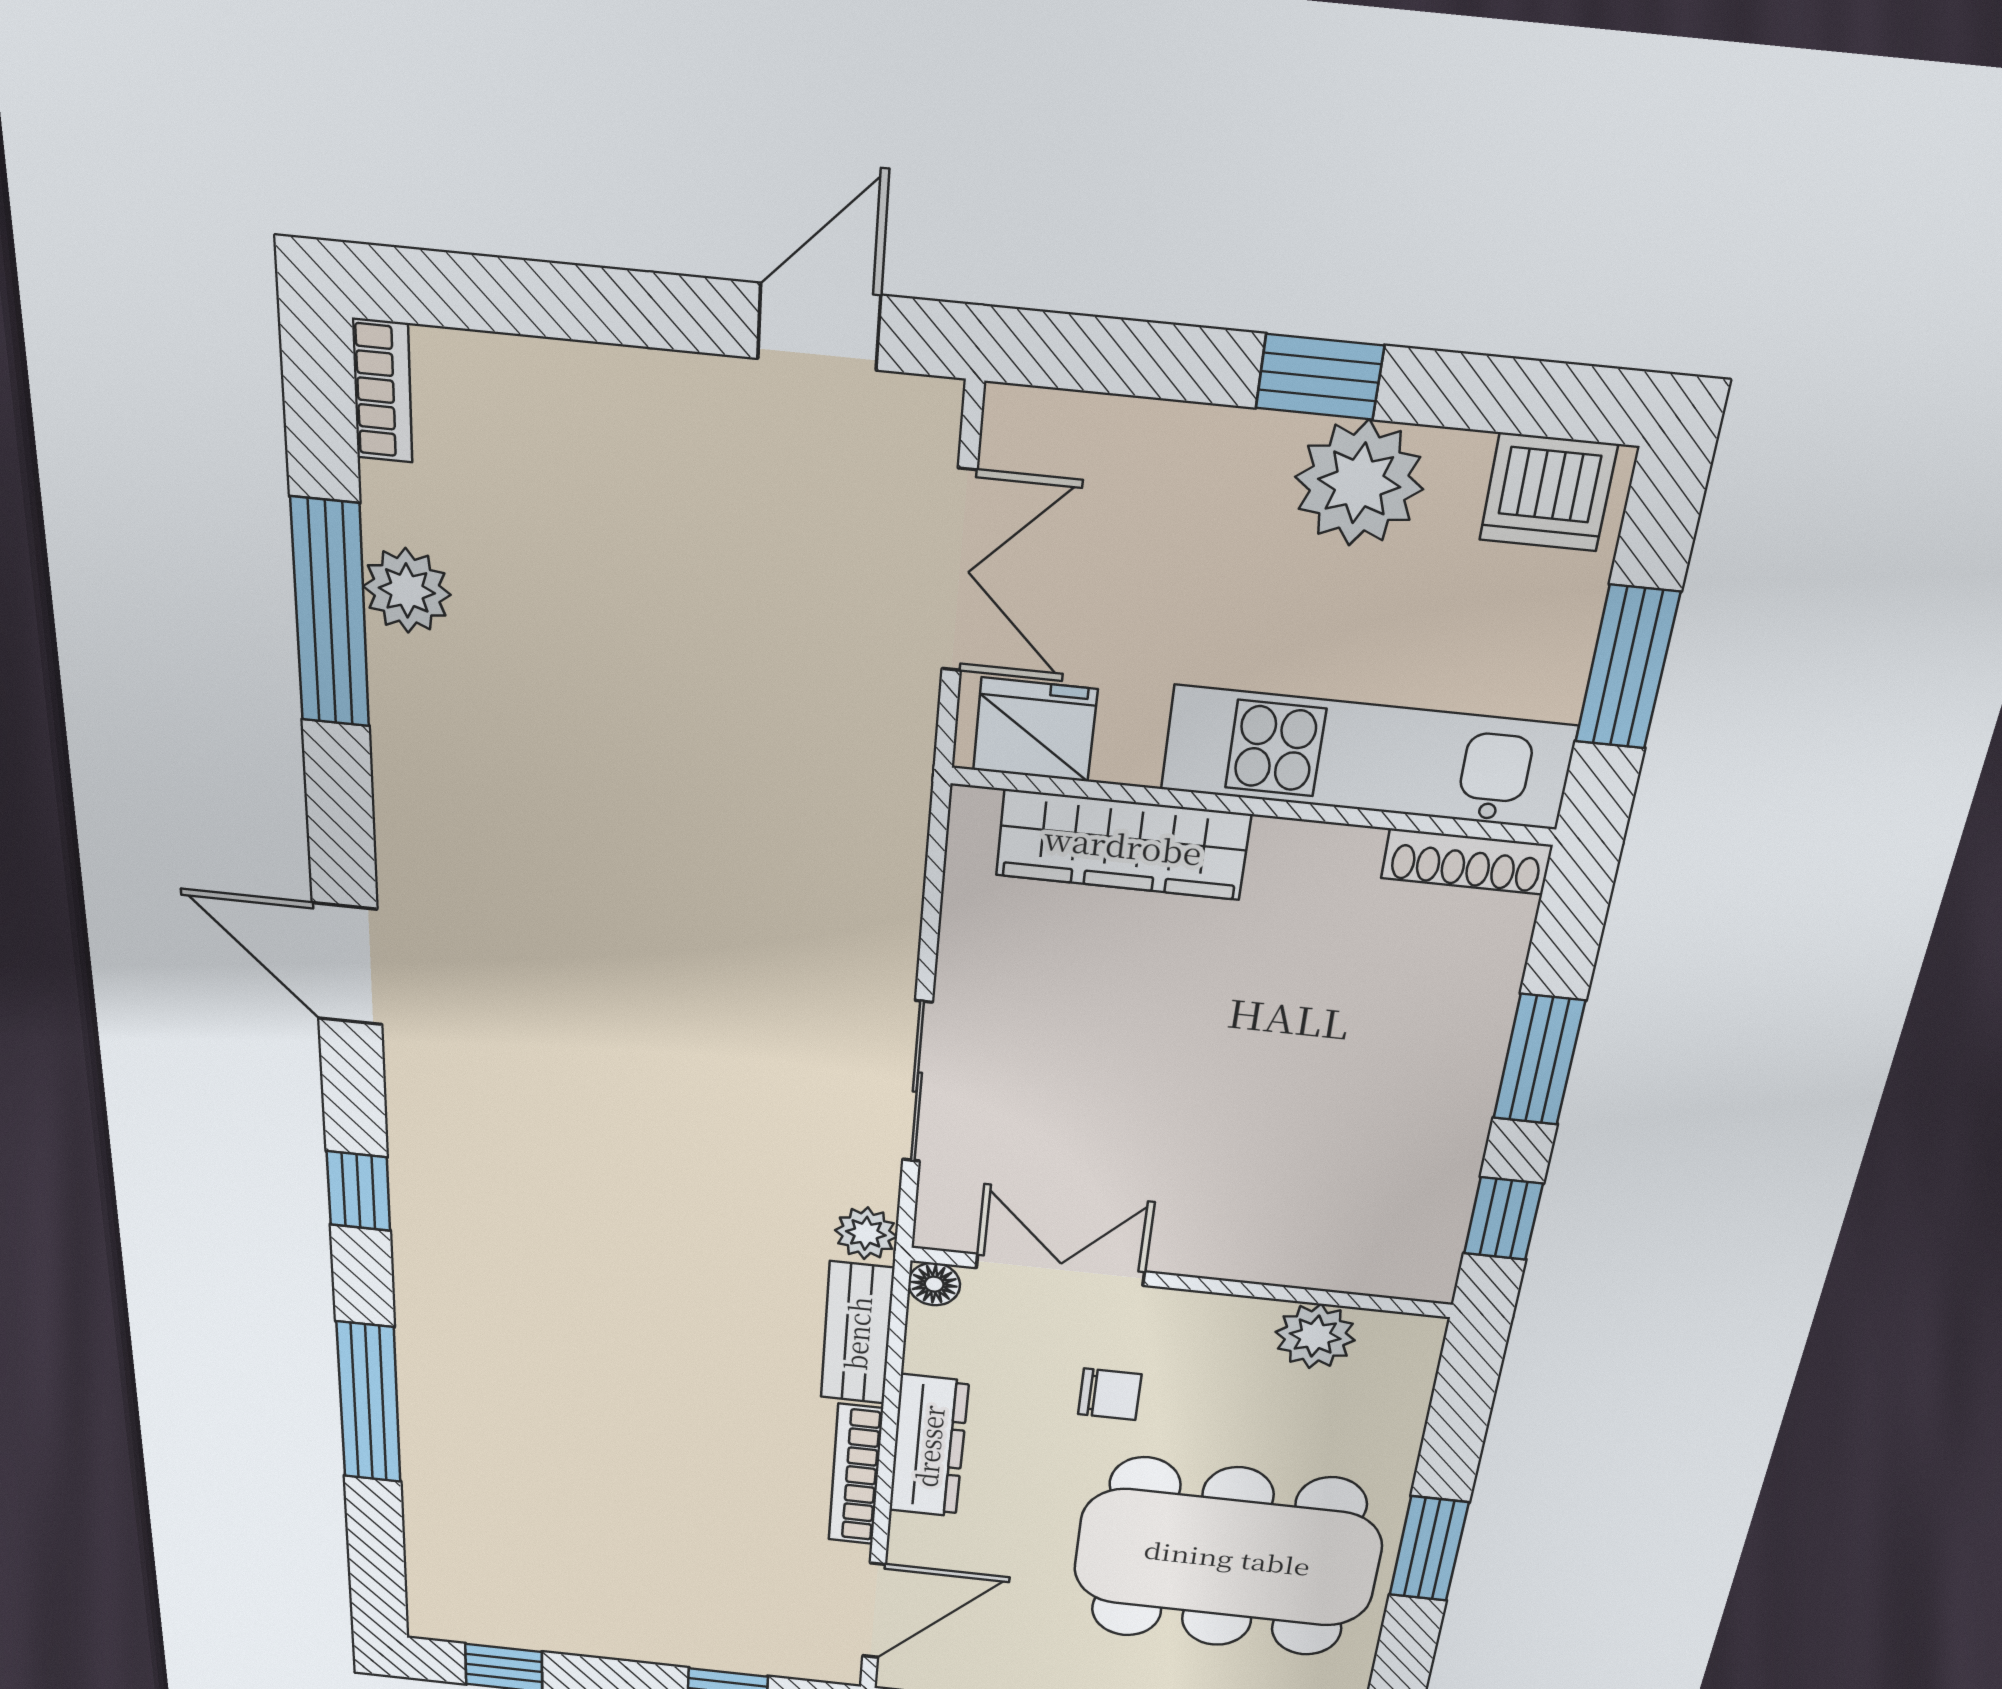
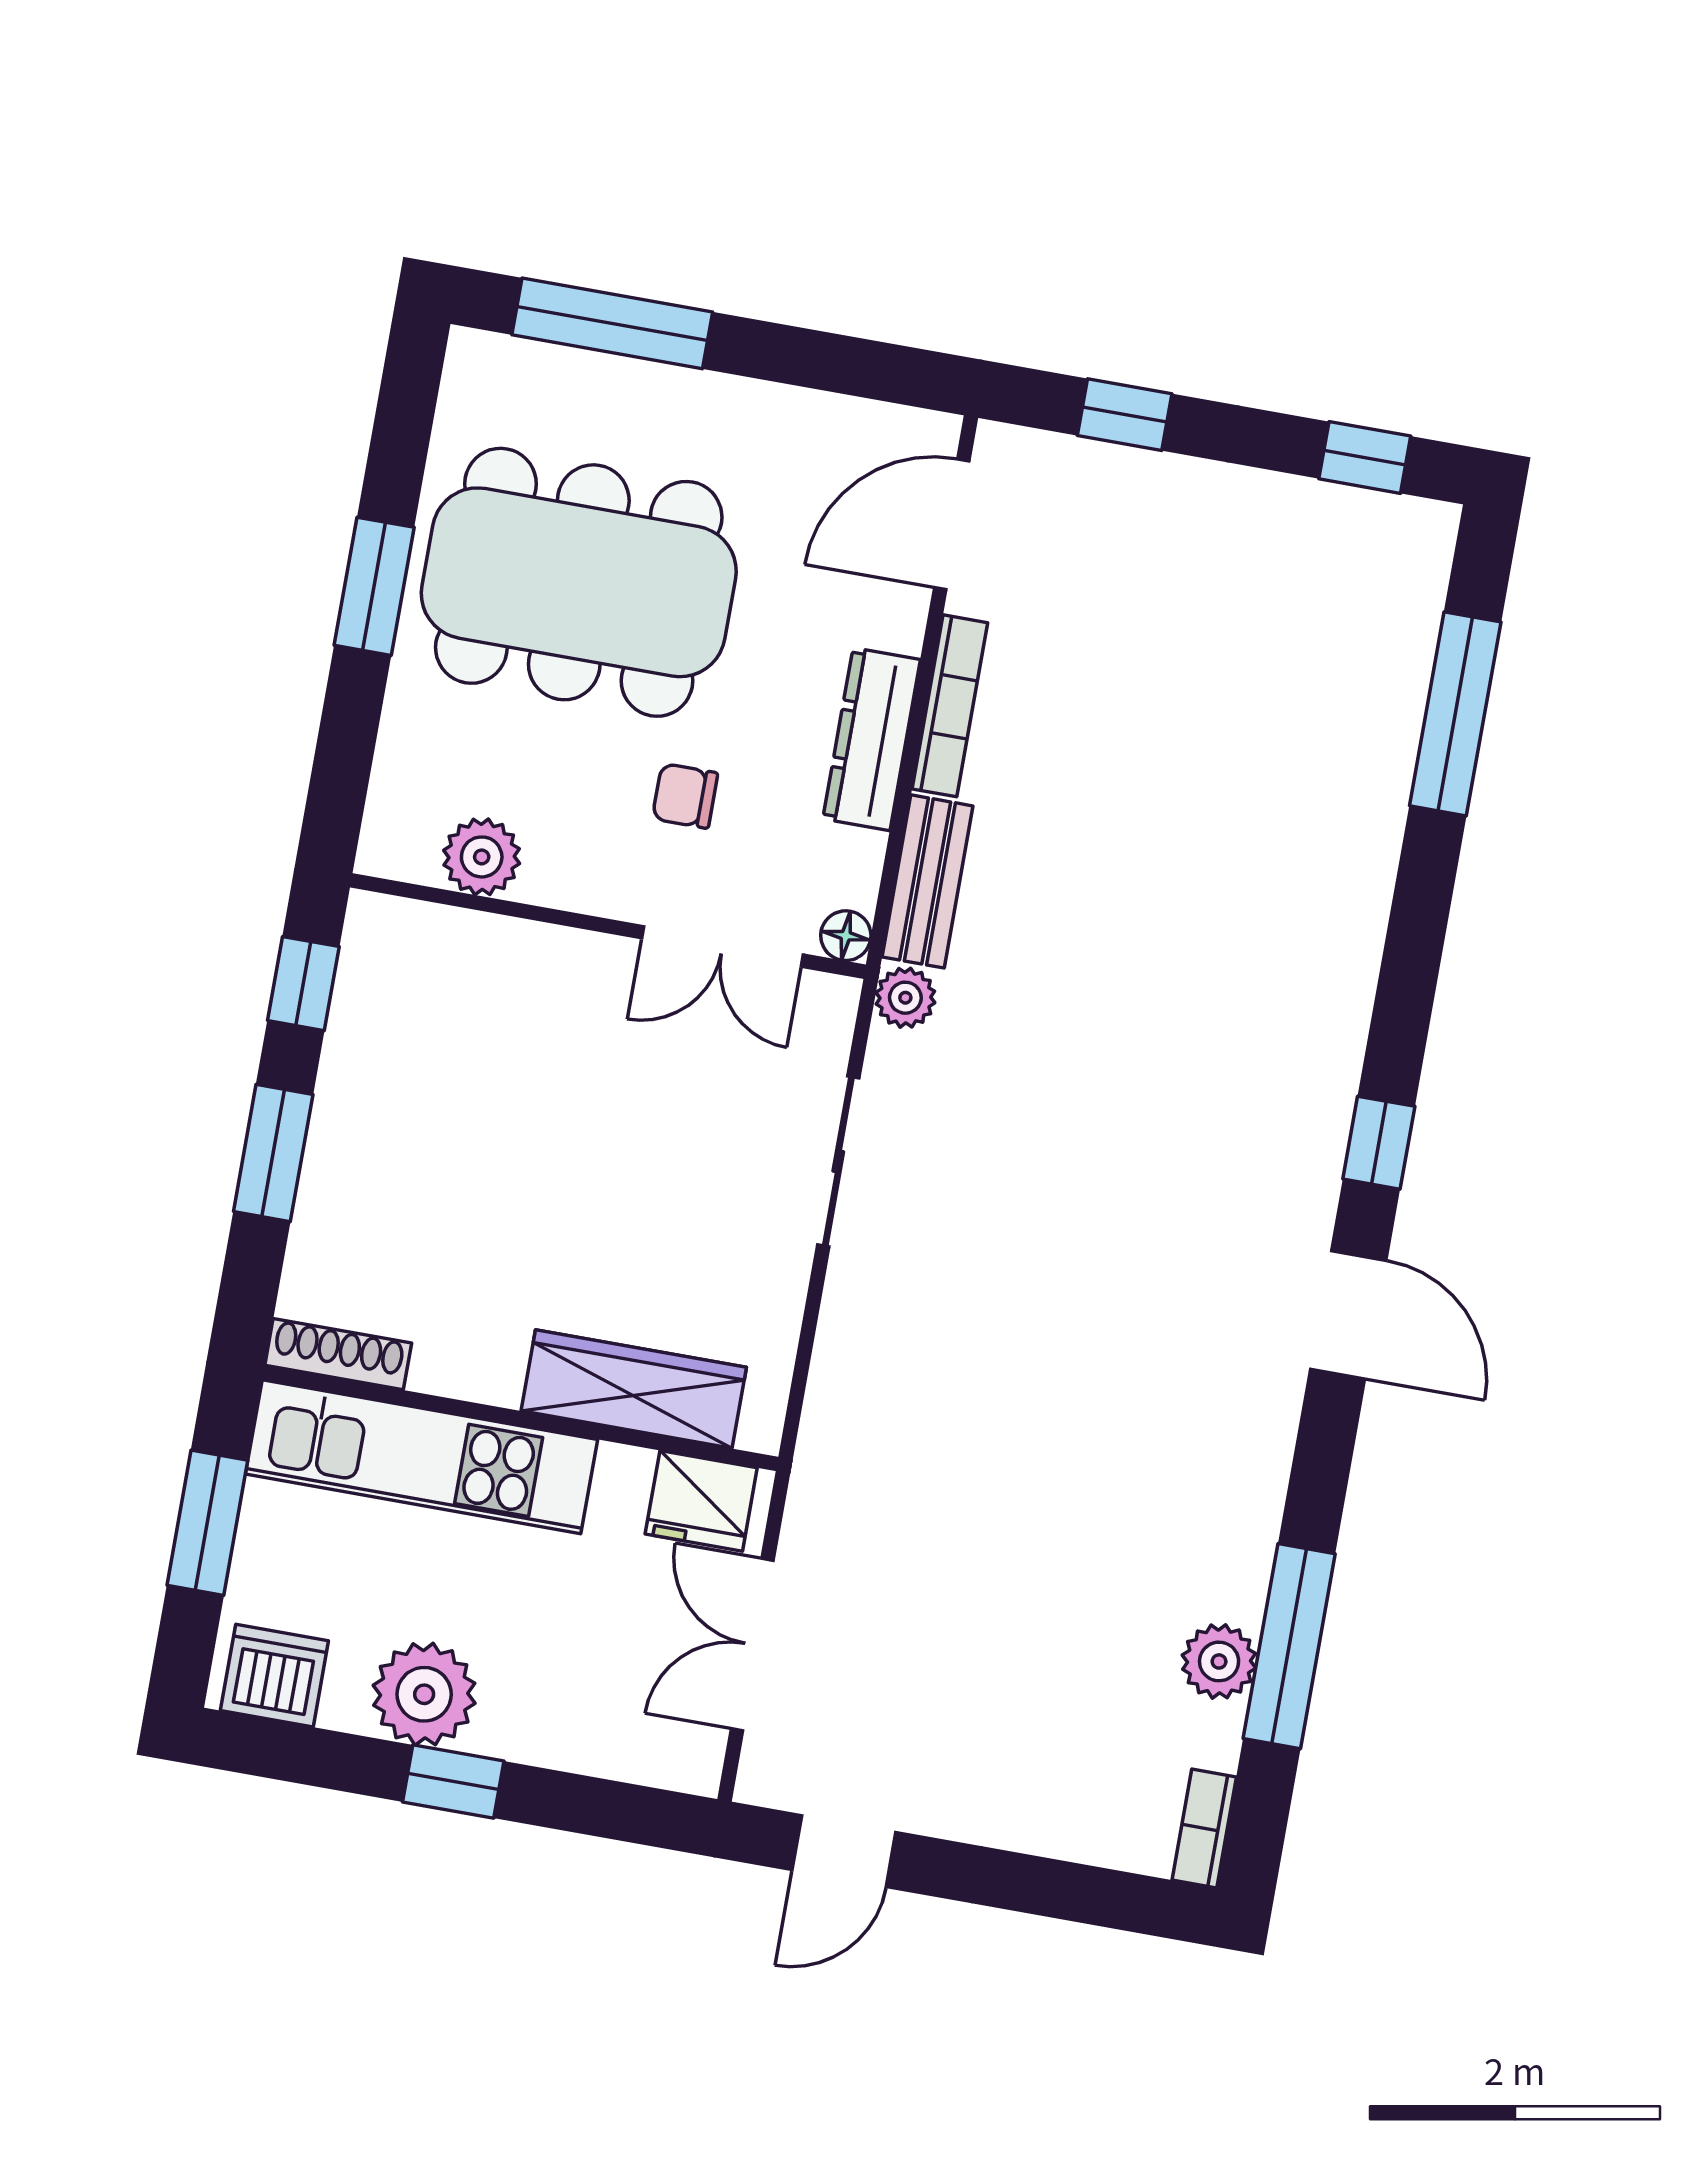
window: (359, 1191) -> (1379, 1143), moved
window: (369, 1403) -> (1455, 714), moved

